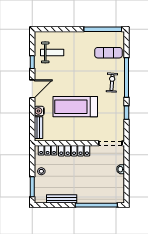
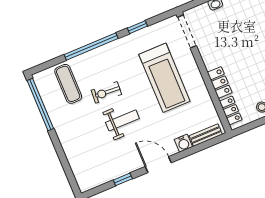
weight bench: (52, 52) -> (122, 120), moved, turned 90
exercise bike: (112, 83) -> (106, 92), moved
treadmill: (75, 107) -> (164, 78), moved
locker: (74, 151) -> (220, 82), width x0.66

